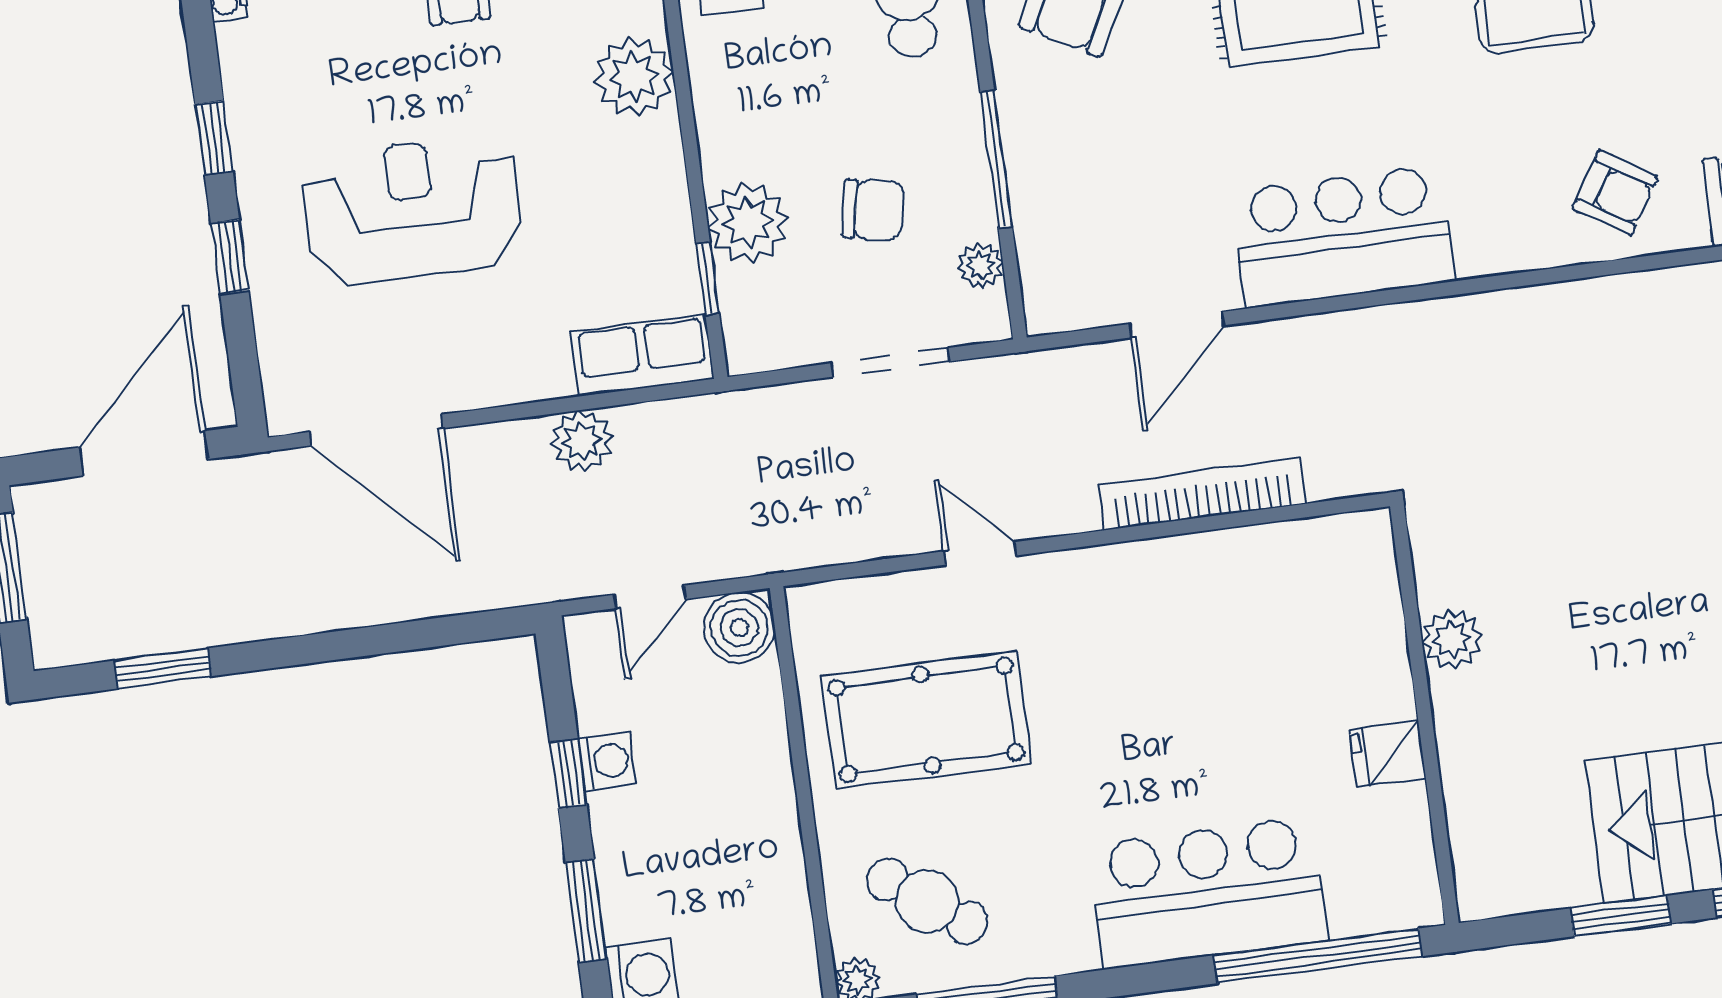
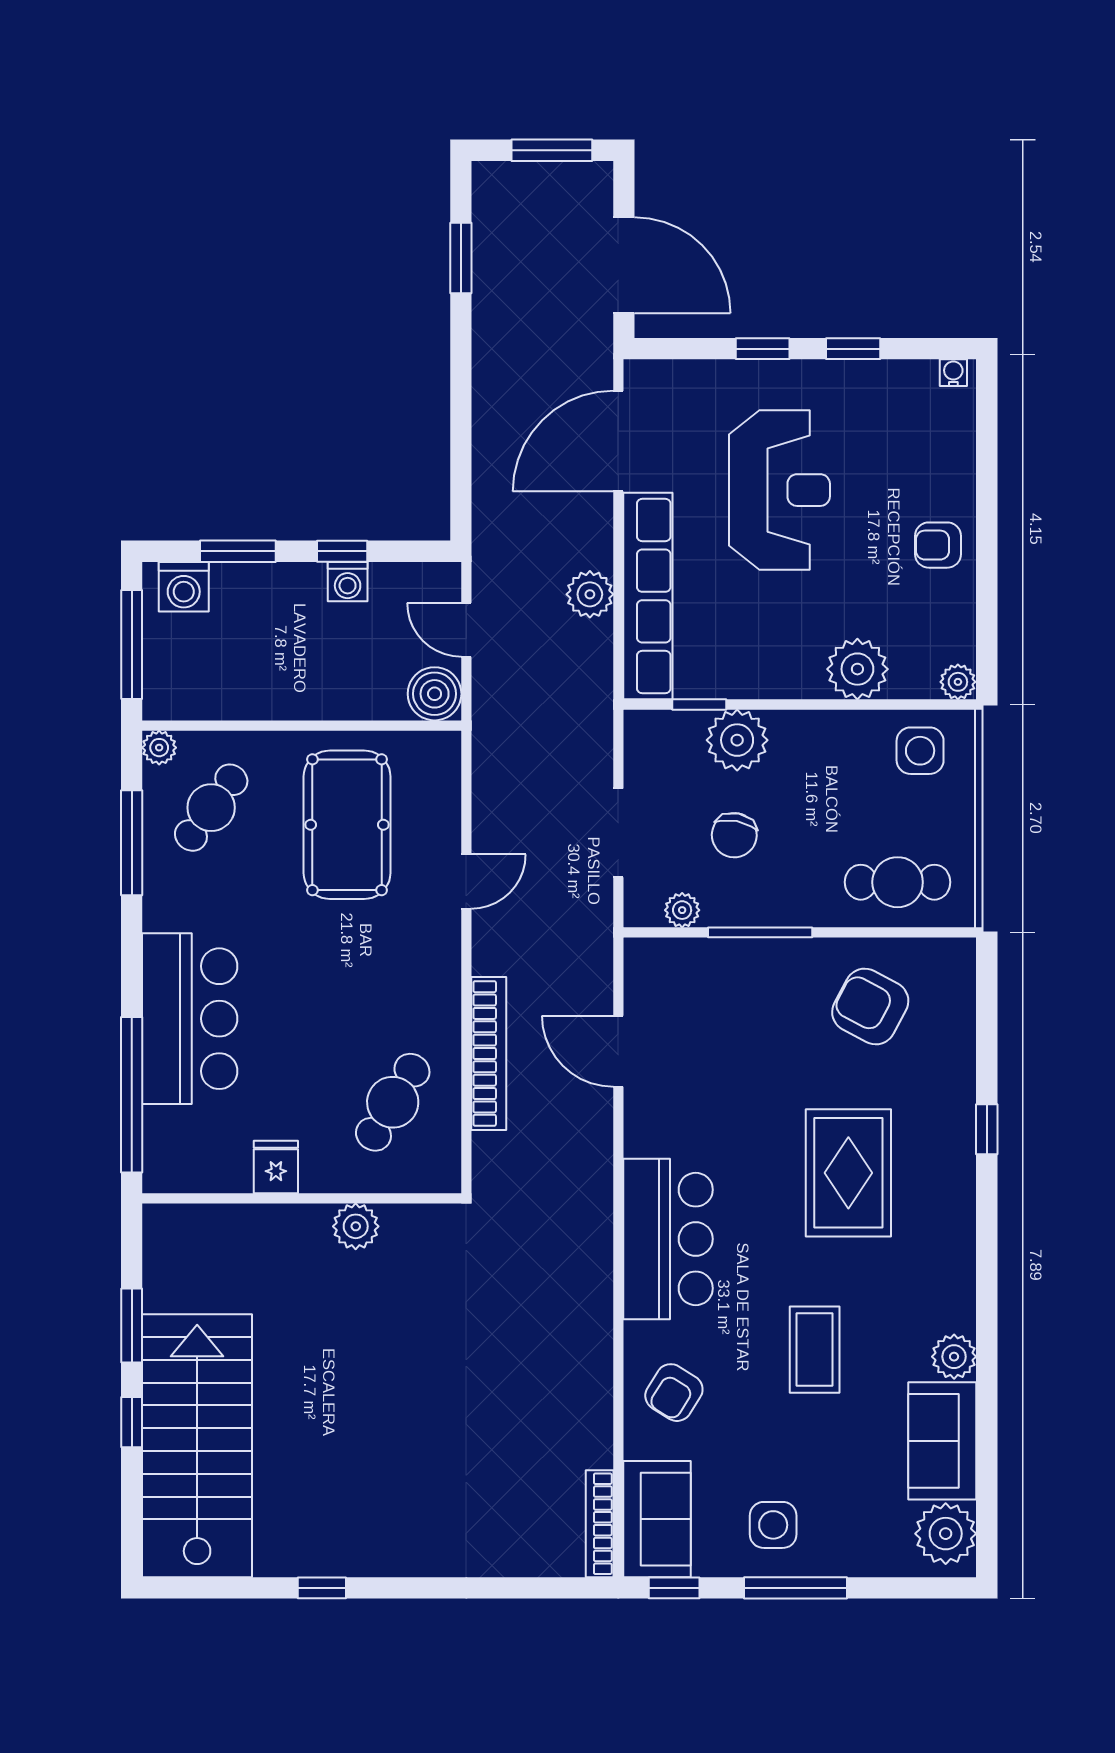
bar counter: (1343, 236) -> (668, 1239), moved
row of seats: (643, 355) -> (648, 596), width x2.02
cafe table: (1283, 612) -> (393, 1102), added

